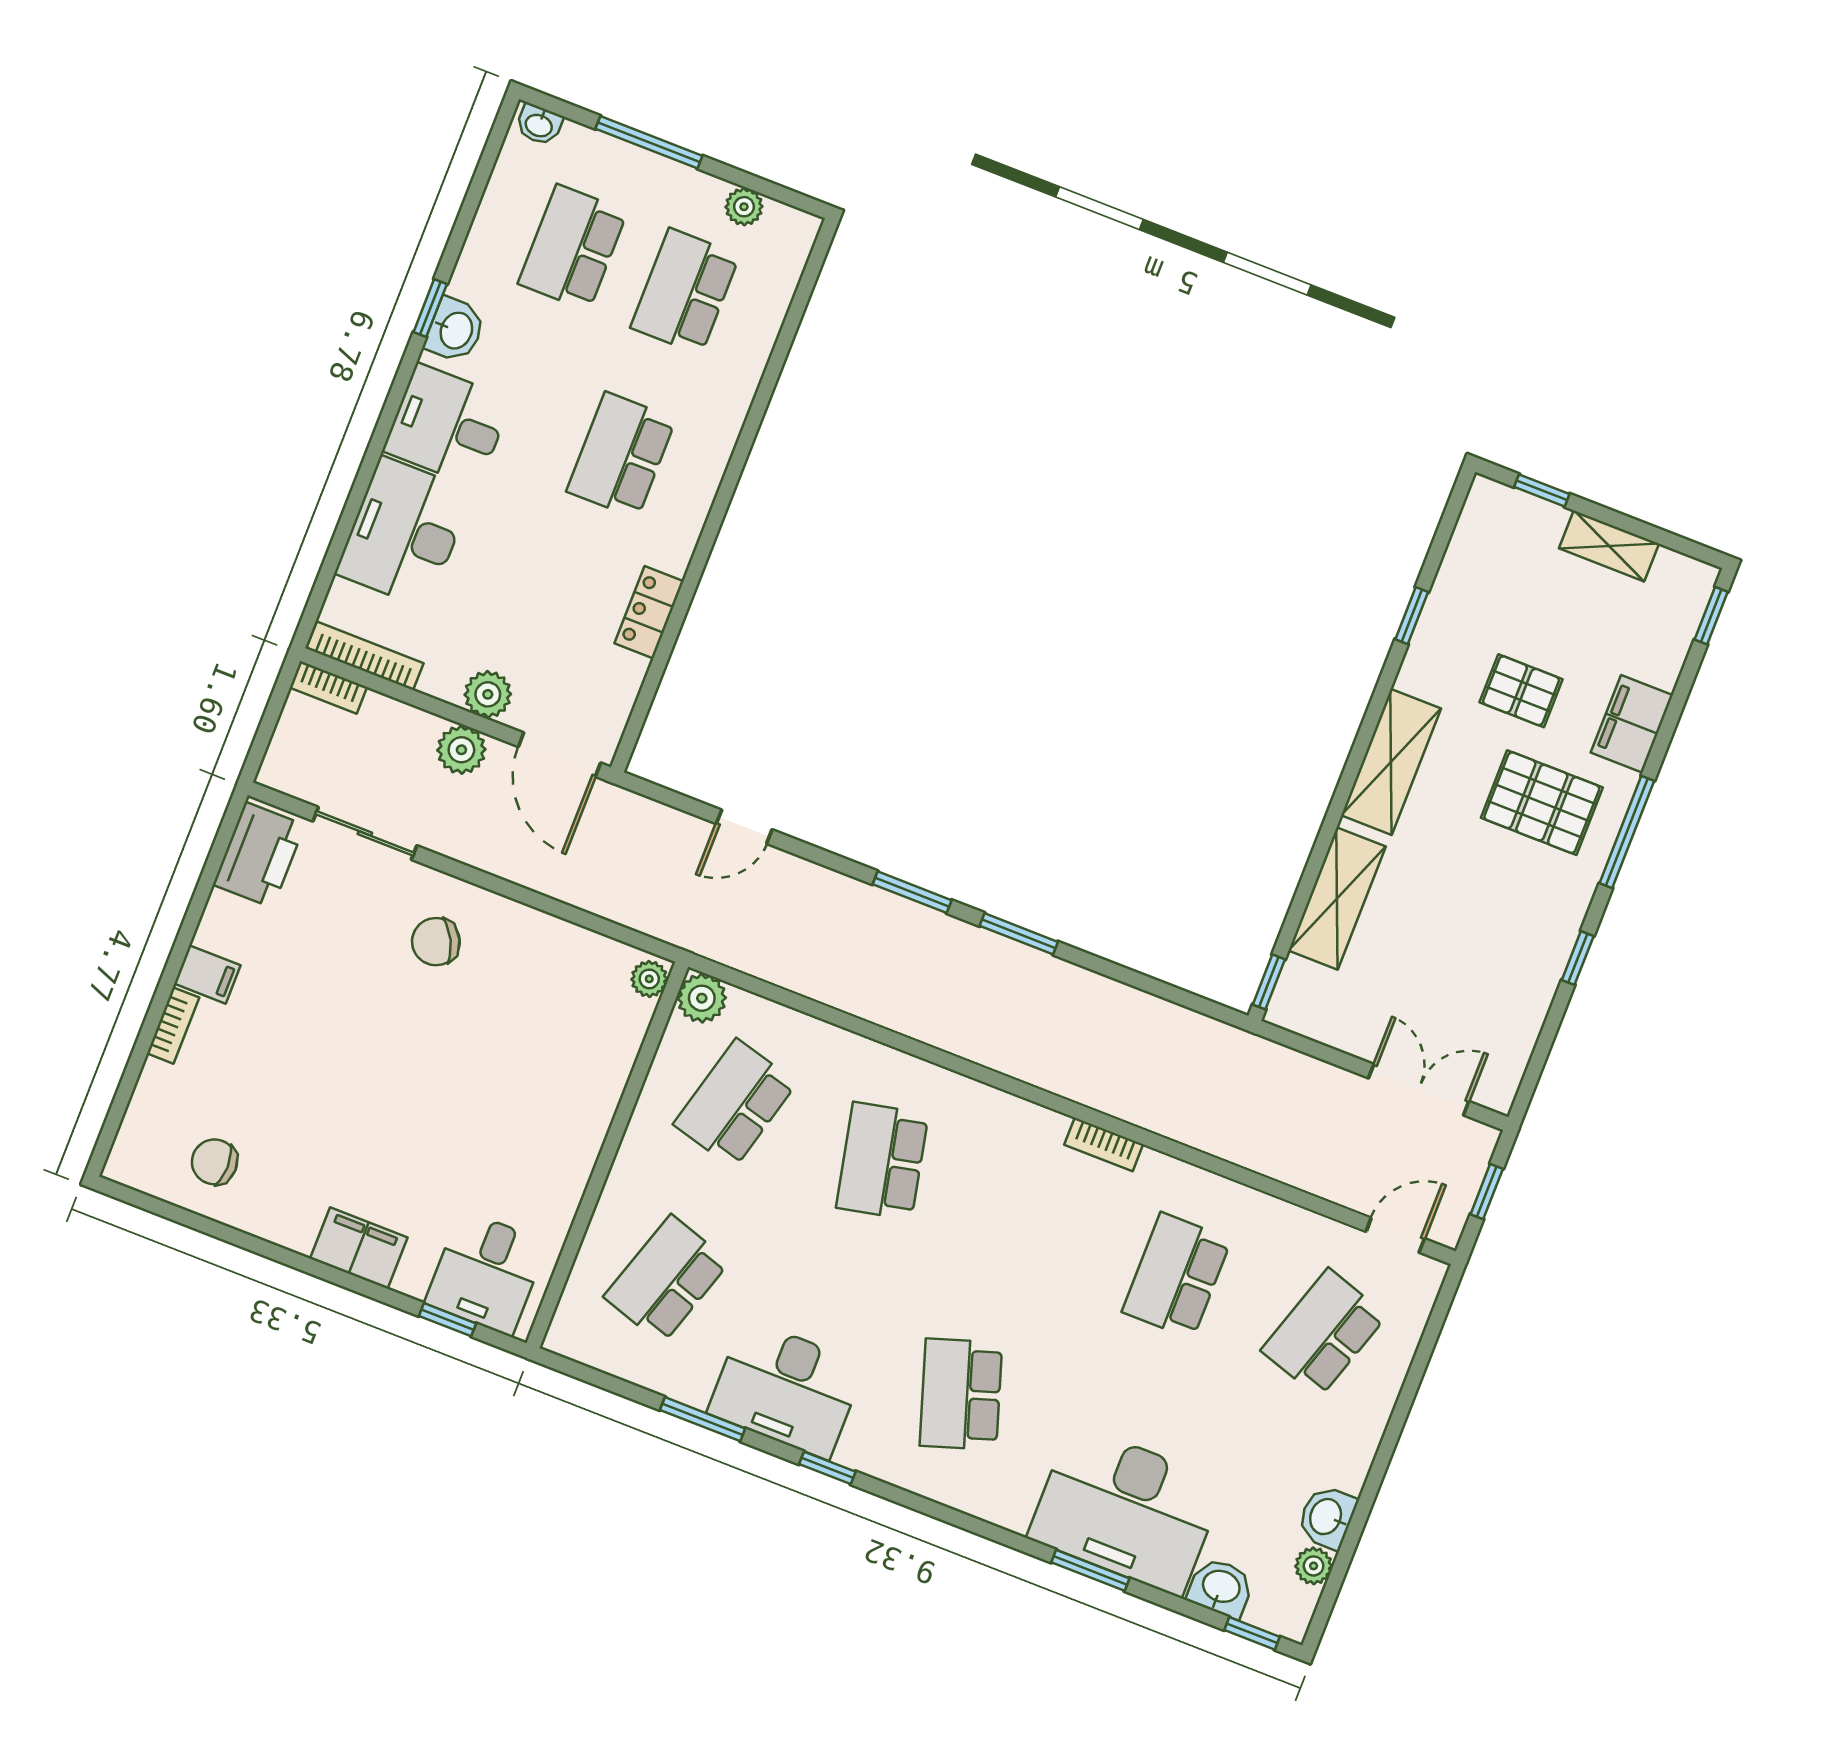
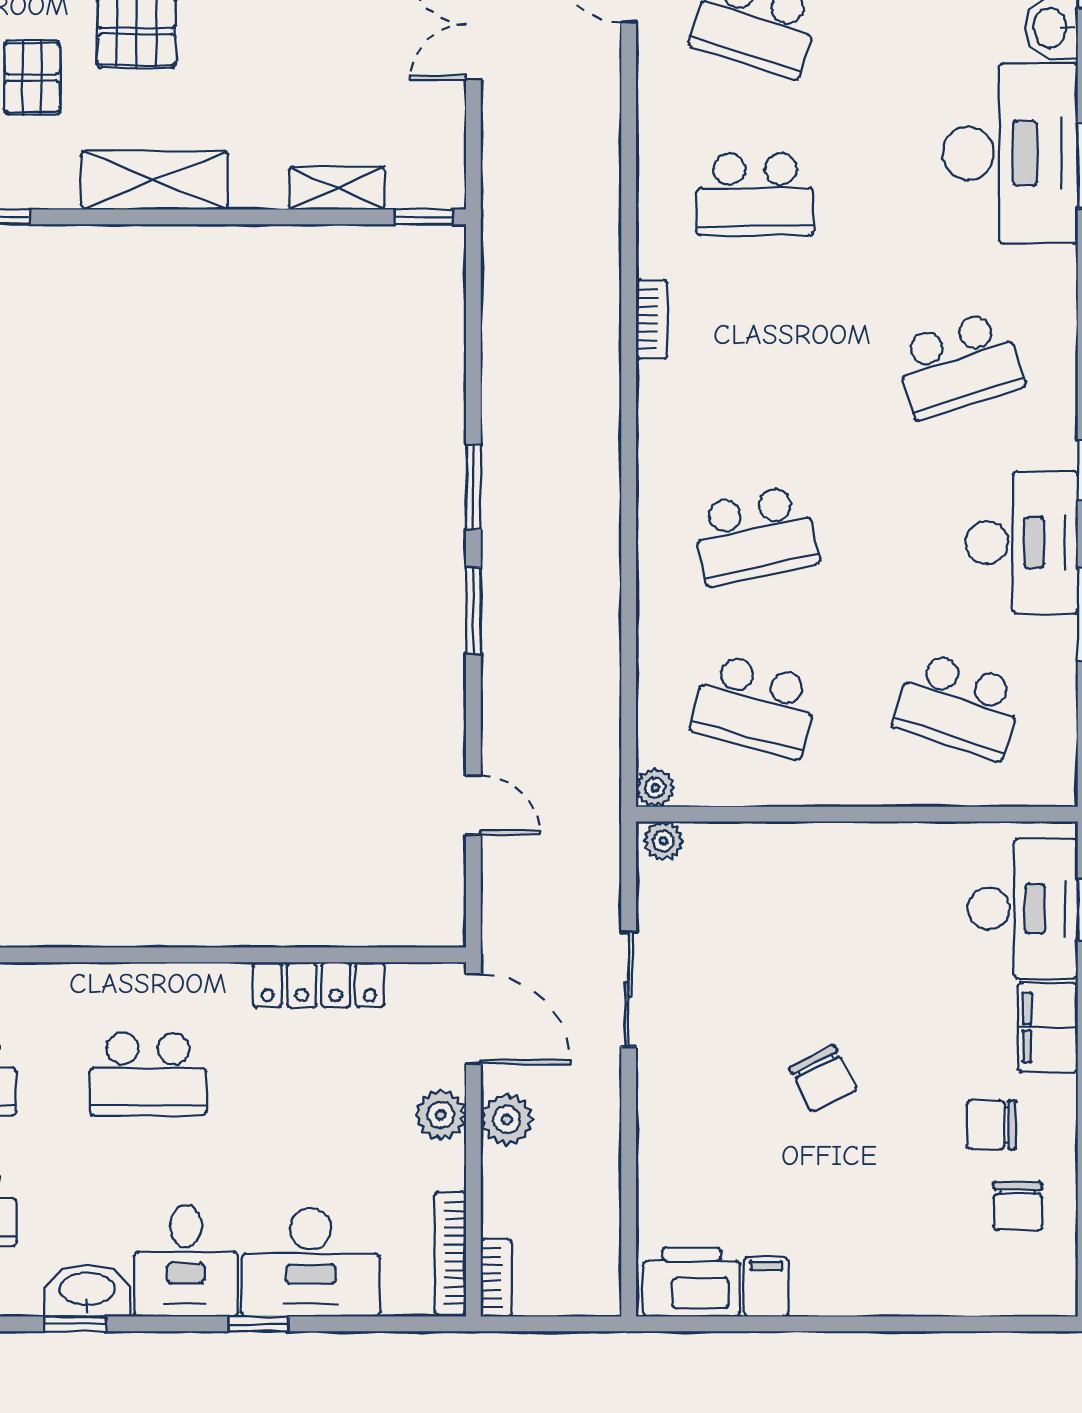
washbasin: (455, 330) -> (87, 1290), width x1.38
window: (369, 466) -> (258, 1324), added
locker: (649, 612) -> (319, 985), width x1.53
door: (560, 755) -> (473, 1019), hinge flipped
sliding door: (365, 833) -> (629, 989), moved
shelving: (1337, 898) -> (337, 188), width x0.67, depth x0.75
chair: (436, 942) -> (823, 1079), moved
filing cabinet: (207, 974) -> (766, 1287), moved
plant: (702, 998) -> (655, 788), width x0.73, depth x0.73
bookcase: (173, 1025) -> (897, 1301), removed
chair: (294, 1167) -> (992, 1125), added
desk: (486, 1273) -> (1023, 909), width x1.37

